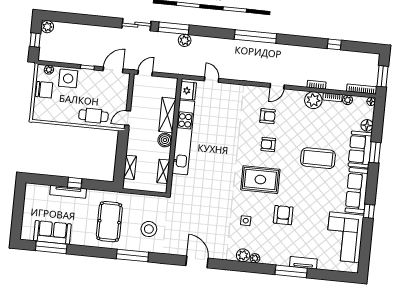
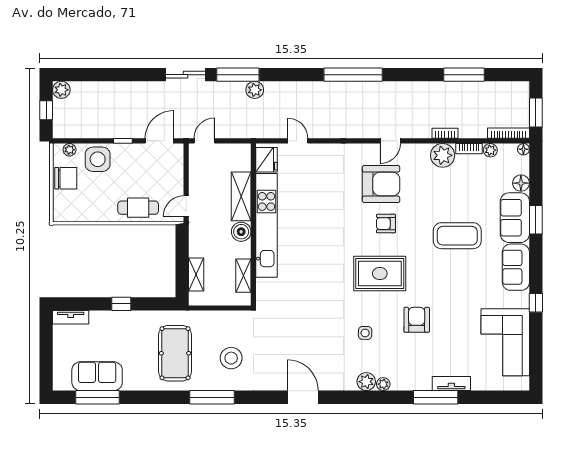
window: (334, 44) -> (464, 75), width x2.17
armchair: (268, 116) -> (381, 184), width x1.88, depth x1.88
sofa: (357, 191) -> (516, 267), width x0.73
tv unit: (68, 192) -> (71, 317), moved, width x0.71

